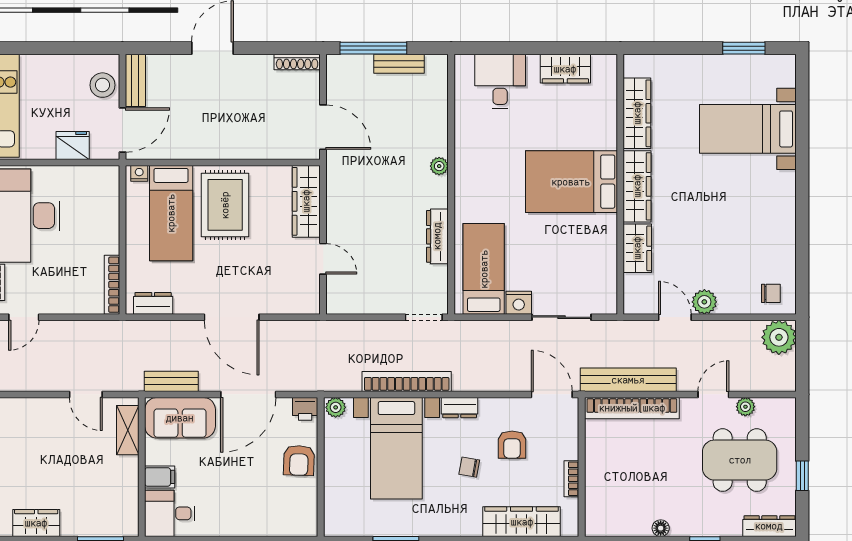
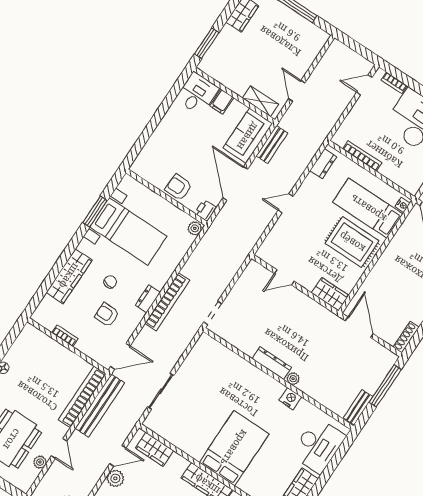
bench: (399, 64) -> (358, 407), moved
desk: (500, 82) -> (318, 445), width x1.37
door: (323, 127) -> (359, 327), swing flipped
wardrobe: (306, 201) -> (330, 294), width x0.67
dresser: (437, 236) -> (272, 363), moved
wardrobe: (637, 248) -> (154, 449), moved
bed: (484, 269) -> (218, 365), removed
bookcase: (112, 285) -> (362, 156), moved
nightstand: (519, 303) -> (290, 399), moved, turned 90
door: (24, 317) -> (364, 85), hinge flipped
door: (232, 317) -> (286, 203), width x0.53
bookcase: (407, 381) -> (167, 302), moved
door: (86, 394) -> (297, 91), hinge flipped
bed with nightstands: (396, 448) -> (128, 231), moved, turned 180
wardrobe: (522, 522) -> (69, 276), moved

